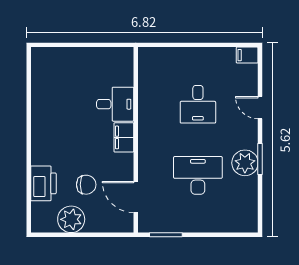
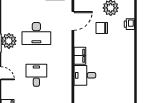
printer: (43, 183) -> (129, 24), width x0.53, depth x0.68
door: (136, 197) -> (73, 21), hinge flipped

